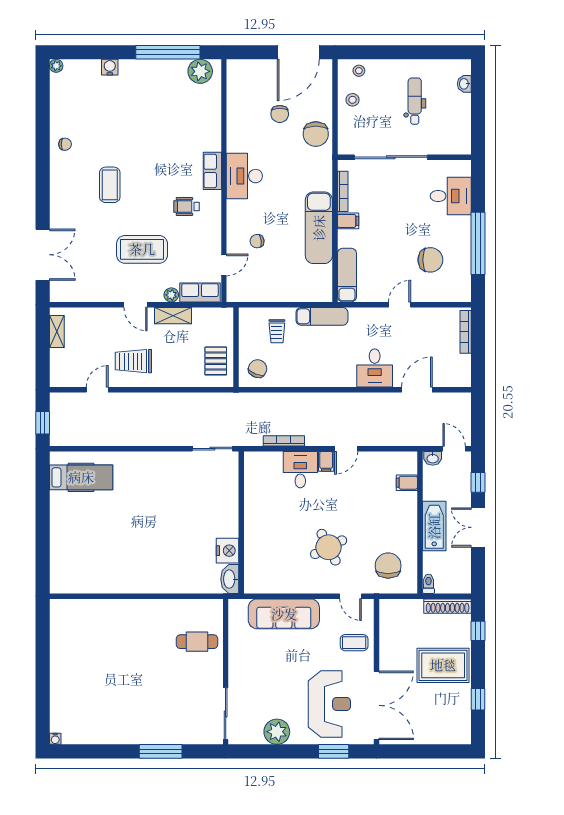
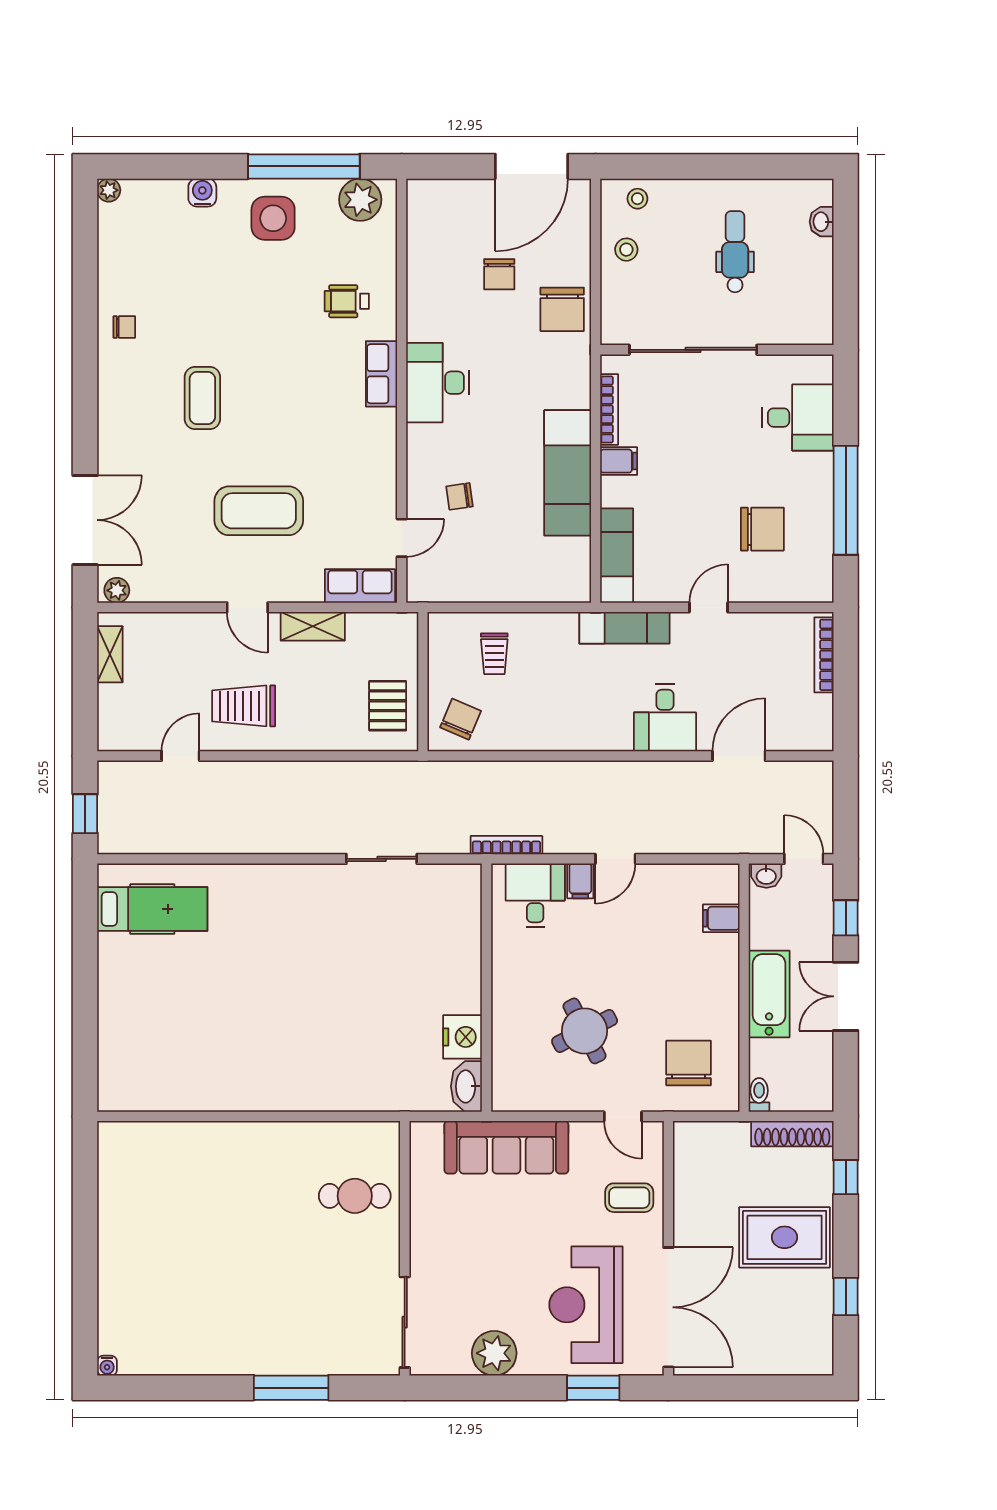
side table: (150, 82) -> (273, 218), added
wheelchair: (186, 206) -> (347, 301), moved
plant: (171, 295) -> (117, 590), moved
exam couch: (322, 316) -> (624, 628), moved
wall: (241, 522) -> (487, 988), moved
nightstand: (227, 551) -> (463, 1037), moved
washbasin: (230, 579) -> (466, 1086), moved
reception desk: (329, 704) -> (586, 1305), turned 180

